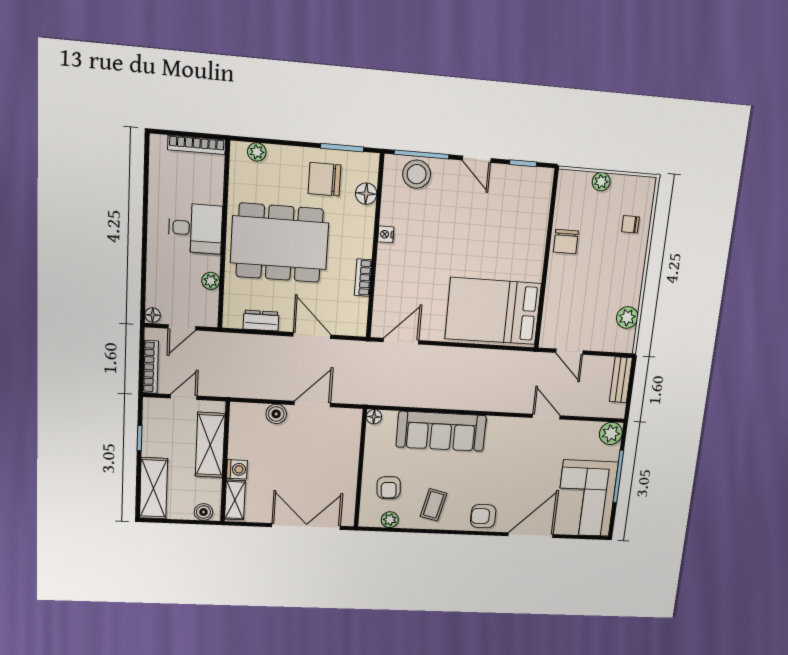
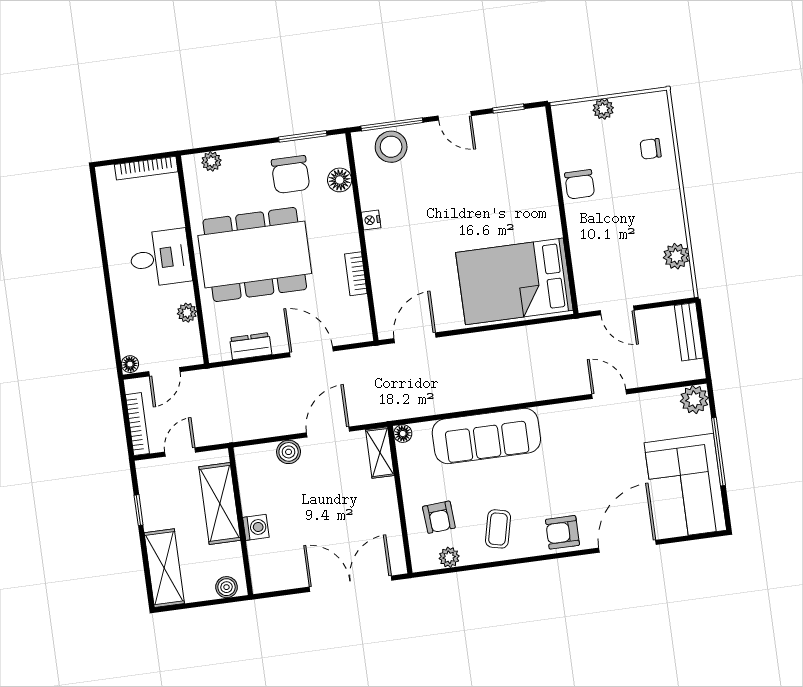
chair: (324, 179) -> (290, 175), turned -90
shelving: (235, 500) -> (380, 453), moved

